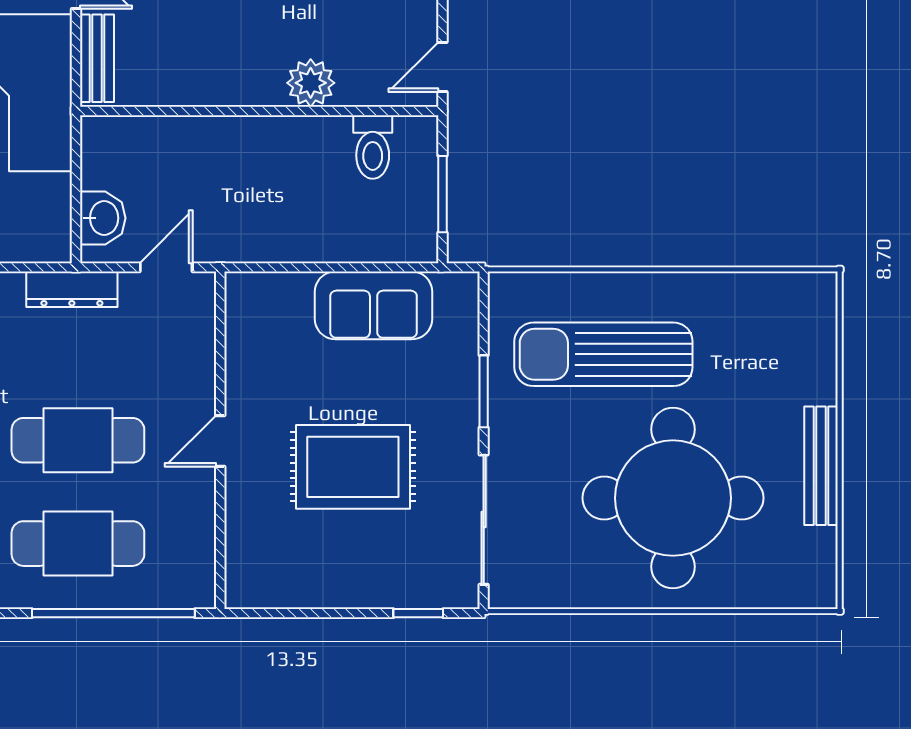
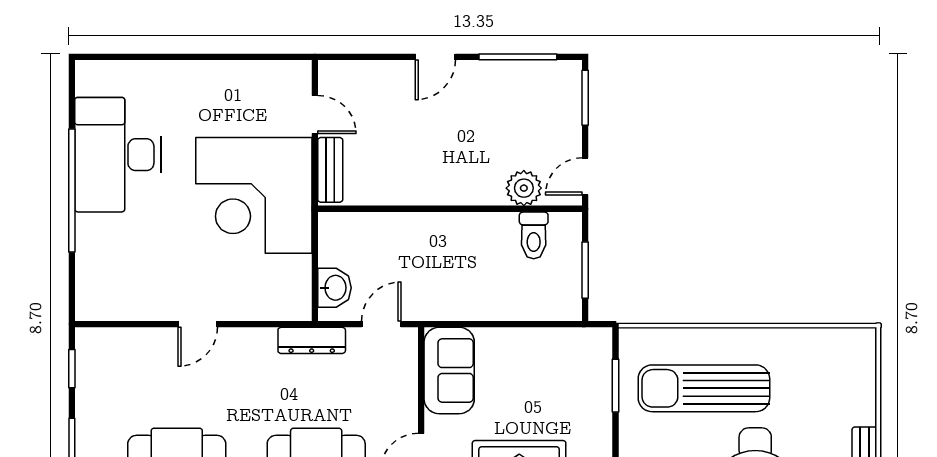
plant: (311, 83) -> (524, 188), moved
sofa: (374, 305) -> (449, 371), moved, turned -90
window: (484, 391) -> (616, 386), moved

